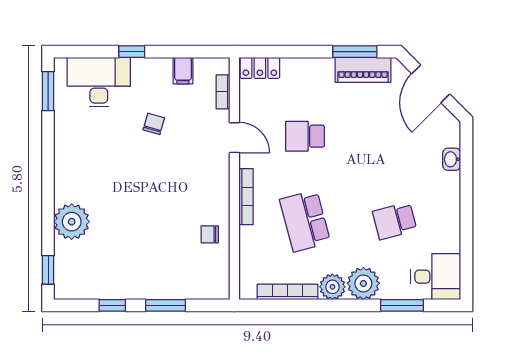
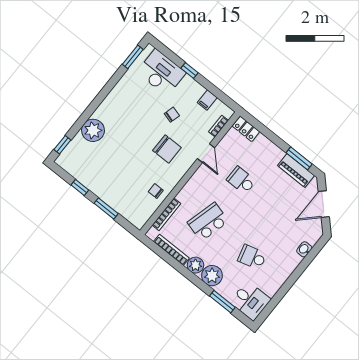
chair: (182, 171) -> (167, 149), added
bookcase: (246, 197) -> (166, 214), moved
school desk: (305, 221) -> (208, 222), turned 30

